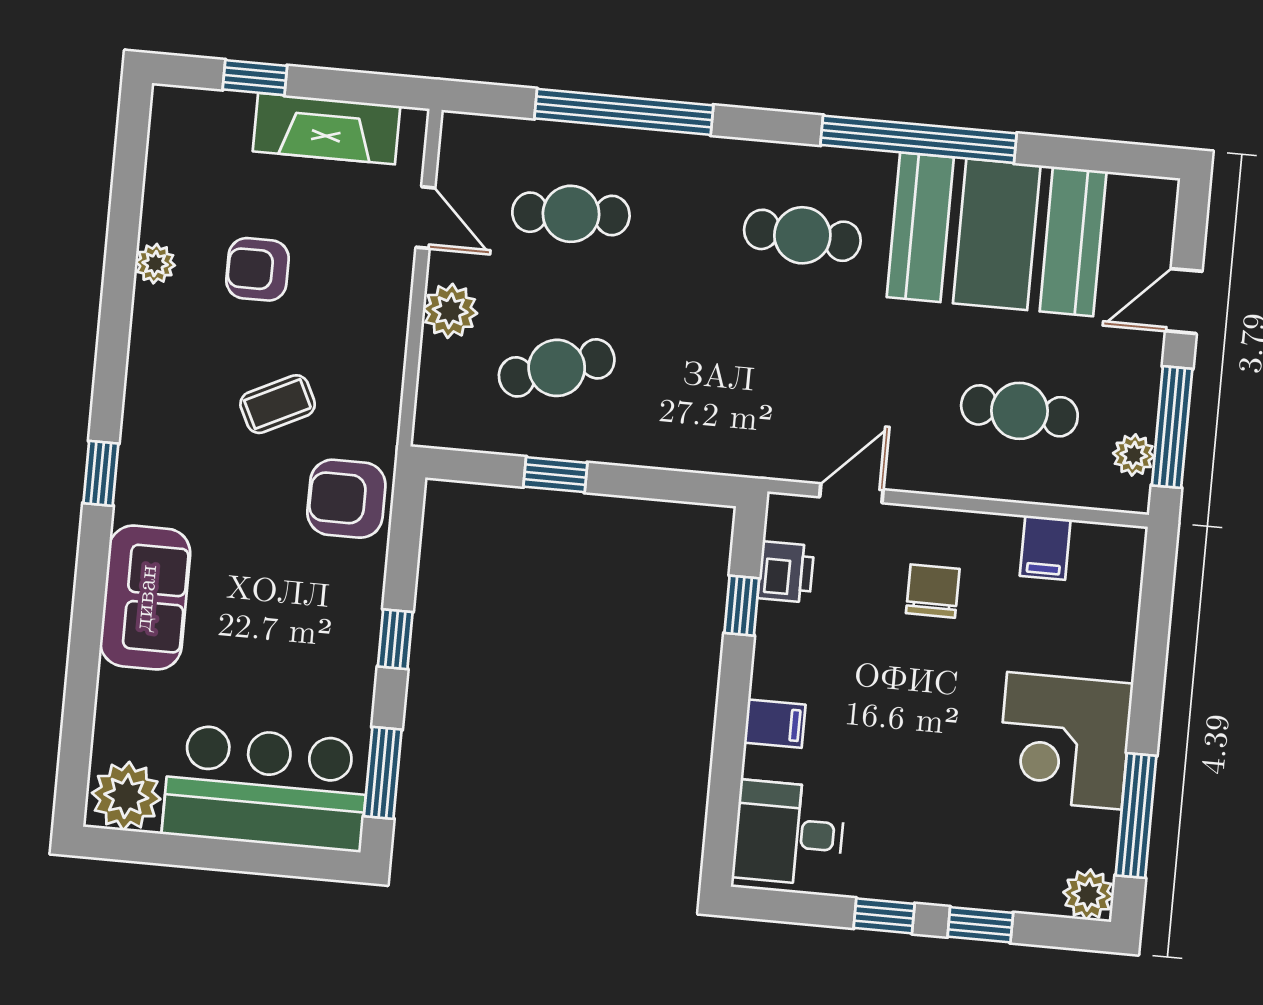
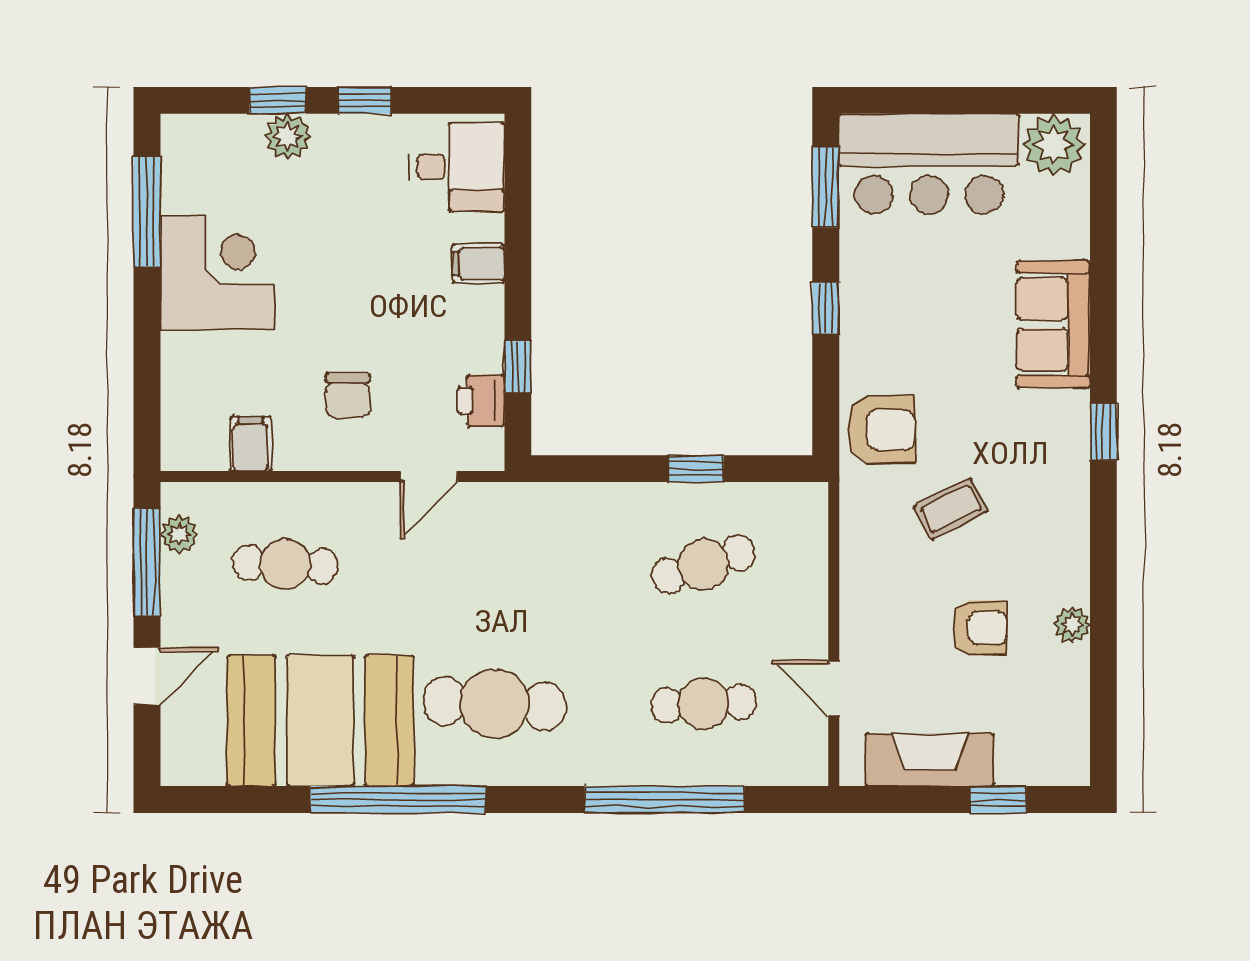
cafe table: (802, 235) -> (494, 704), width x1.37, depth x1.35
plant: (450, 311) -> (804, 607), removed
plant: (1088, 895) -> (288, 137), moved

